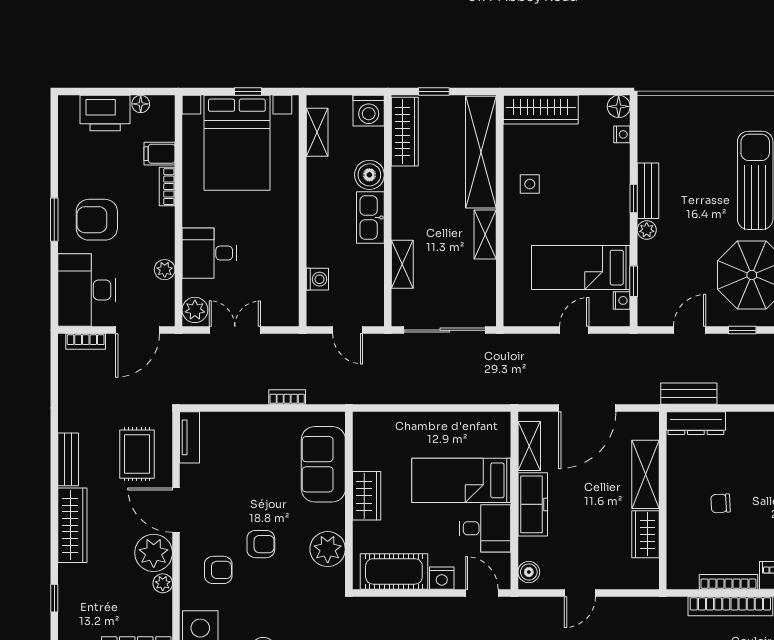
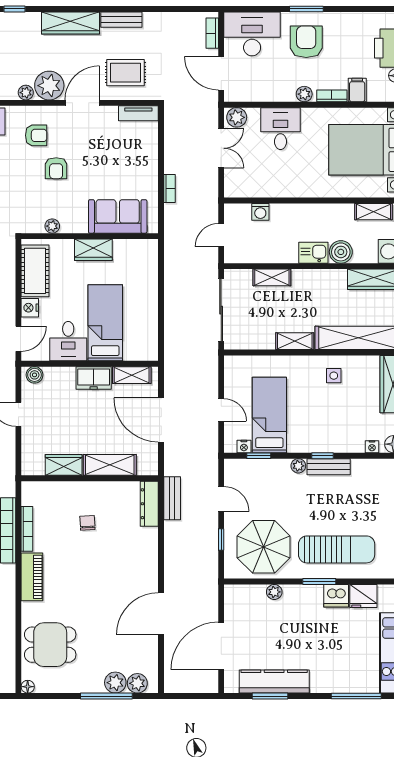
kitchen sink: (370, 218) -> (313, 253), width x0.73
plant: (165, 270) -> (304, 94), moved
freezer: (533, 504) -> (94, 378), width x0.71
plant: (328, 549) -> (52, 226), width x0.53, depth x0.53
armchair: (218, 570) -> (36, 135), turned -90

